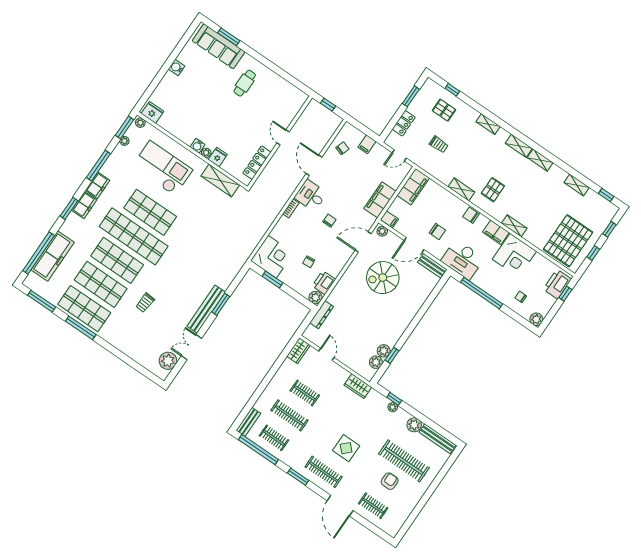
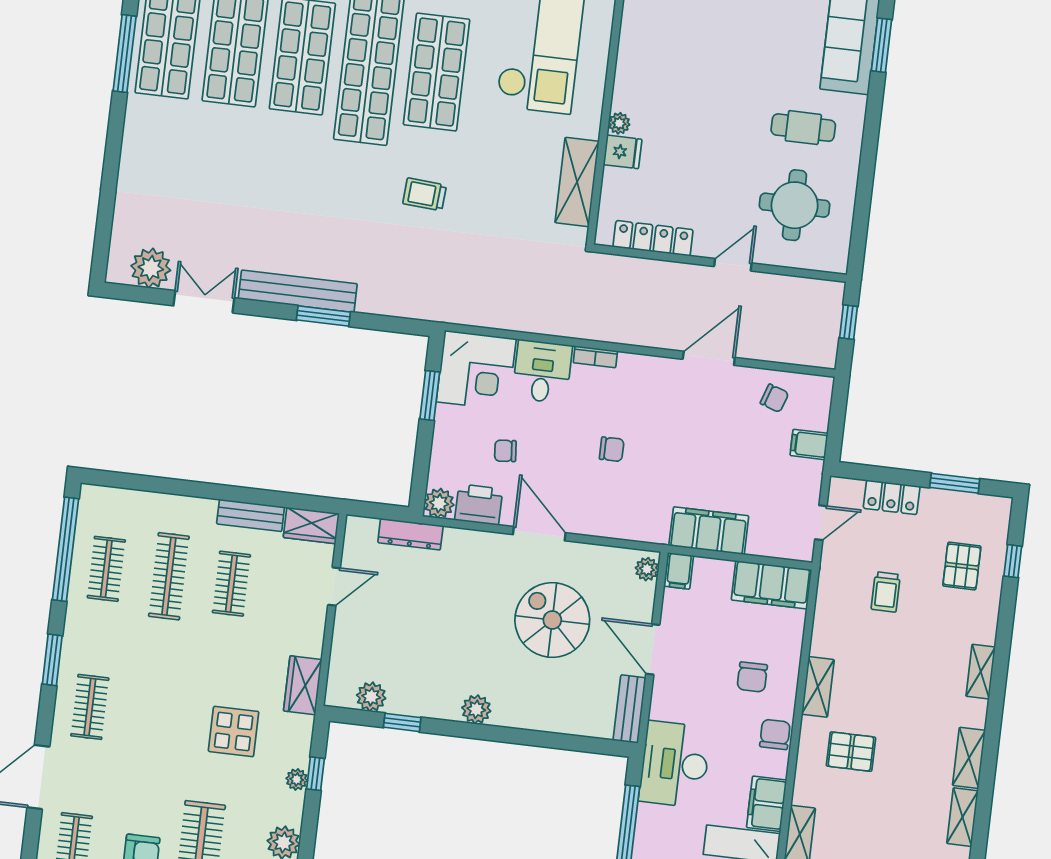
round table: (273, 102) -> (795, 205), added
water cooler: (197, 146) -> (624, 98), removed
door: (399, 155) -> (821, 523), swing flipped
desk: (311, 195) -> (542, 372), moved
chair: (437, 232) -> (752, 677), moved
door: (363, 242) -> (539, 534), moved
trolley: (145, 303) -> (425, 194), moved
plant: (384, 351) -> (476, 709), moved
bench: (248, 422) -> (251, 515), moved
display table: (346, 448) -> (234, 731), moved
clothes rail: (324, 472) -> (90, 707), width x0.73

